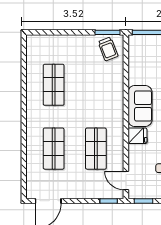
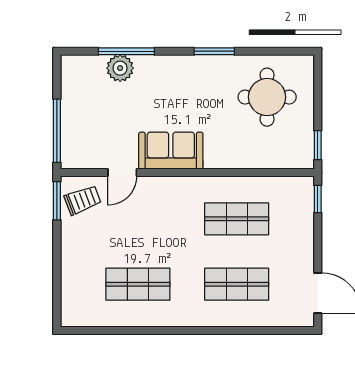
fridge: (137, 136) -> (217, 155), removed
door: (126, 180) -> (122, 173), moved

